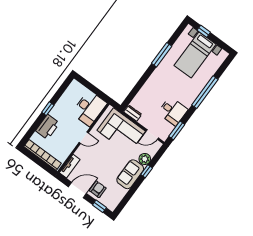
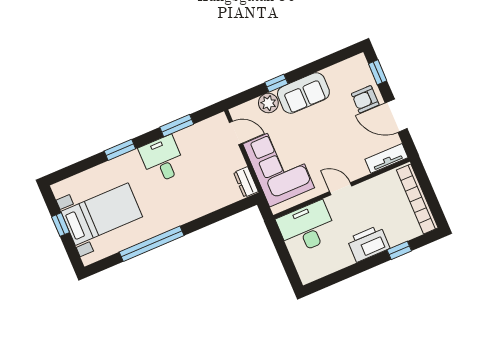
window: (204, 31) -> (61, 225), moved
window: (162, 55) -> (152, 244), width x1.46
window: (205, 92) -> (120, 150), width x0.47
window: (48, 109) -> (399, 250), moved
desk: (173, 111) -> (162, 159), moved
printer: (48, 127) -> (368, 244), moved
window: (177, 130) -> (177, 126), moved

